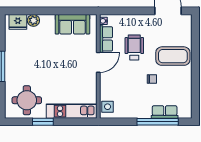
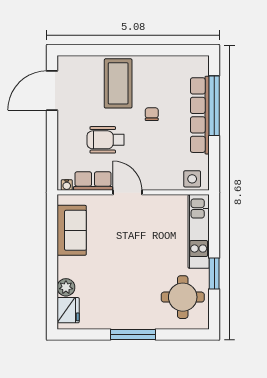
row of seats: (165, 112) -> (200, 115), width x2.02

